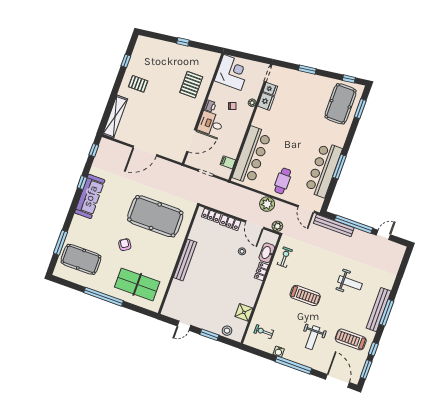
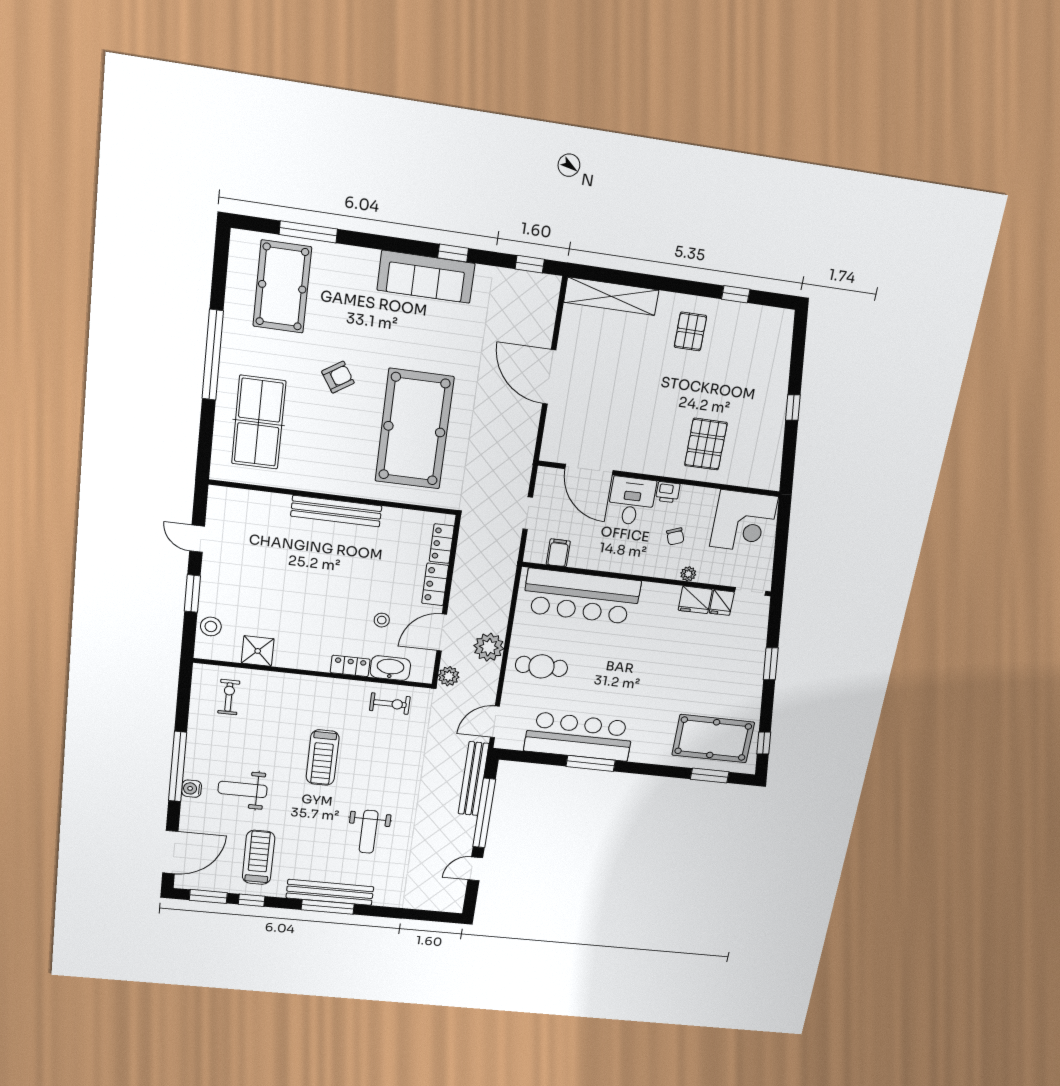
pallet: (191, 85) -> (706, 444), turned 90
door: (383, 235) -> (475, 869), swing flipped
water cooler: (279, 352) -> (192, 789), moved

